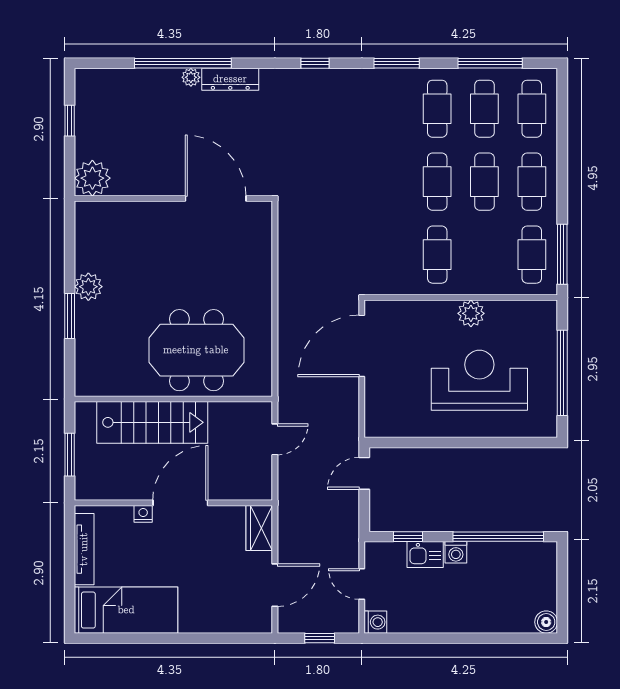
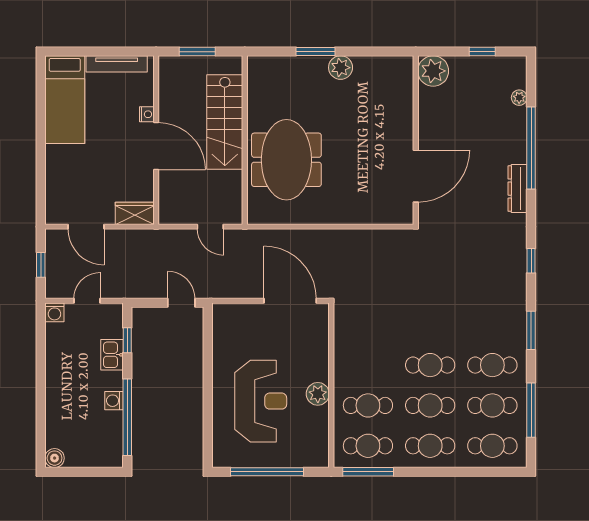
plant: (191, 77) -> (519, 98), moved
cafe table: (437, 255) -> (368, 405), moved
washing machine: (456, 552) -> (114, 401), moved

